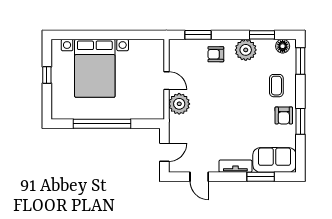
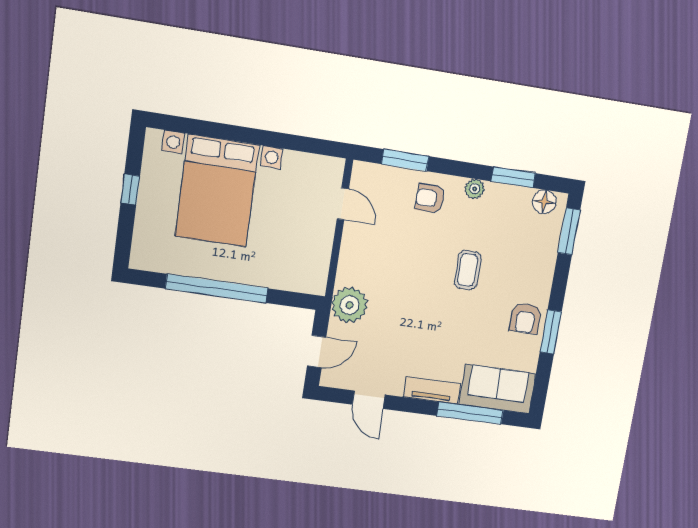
plant: (246, 50) -> (475, 189), width x0.53, depth x0.53
door: (166, 81) -> (343, 204), moved
coffee table: (276, 86) -> (468, 270), moved
plant: (179, 104) -> (350, 305), moved
window: (261, 177) -> (470, 413), width x1.44

